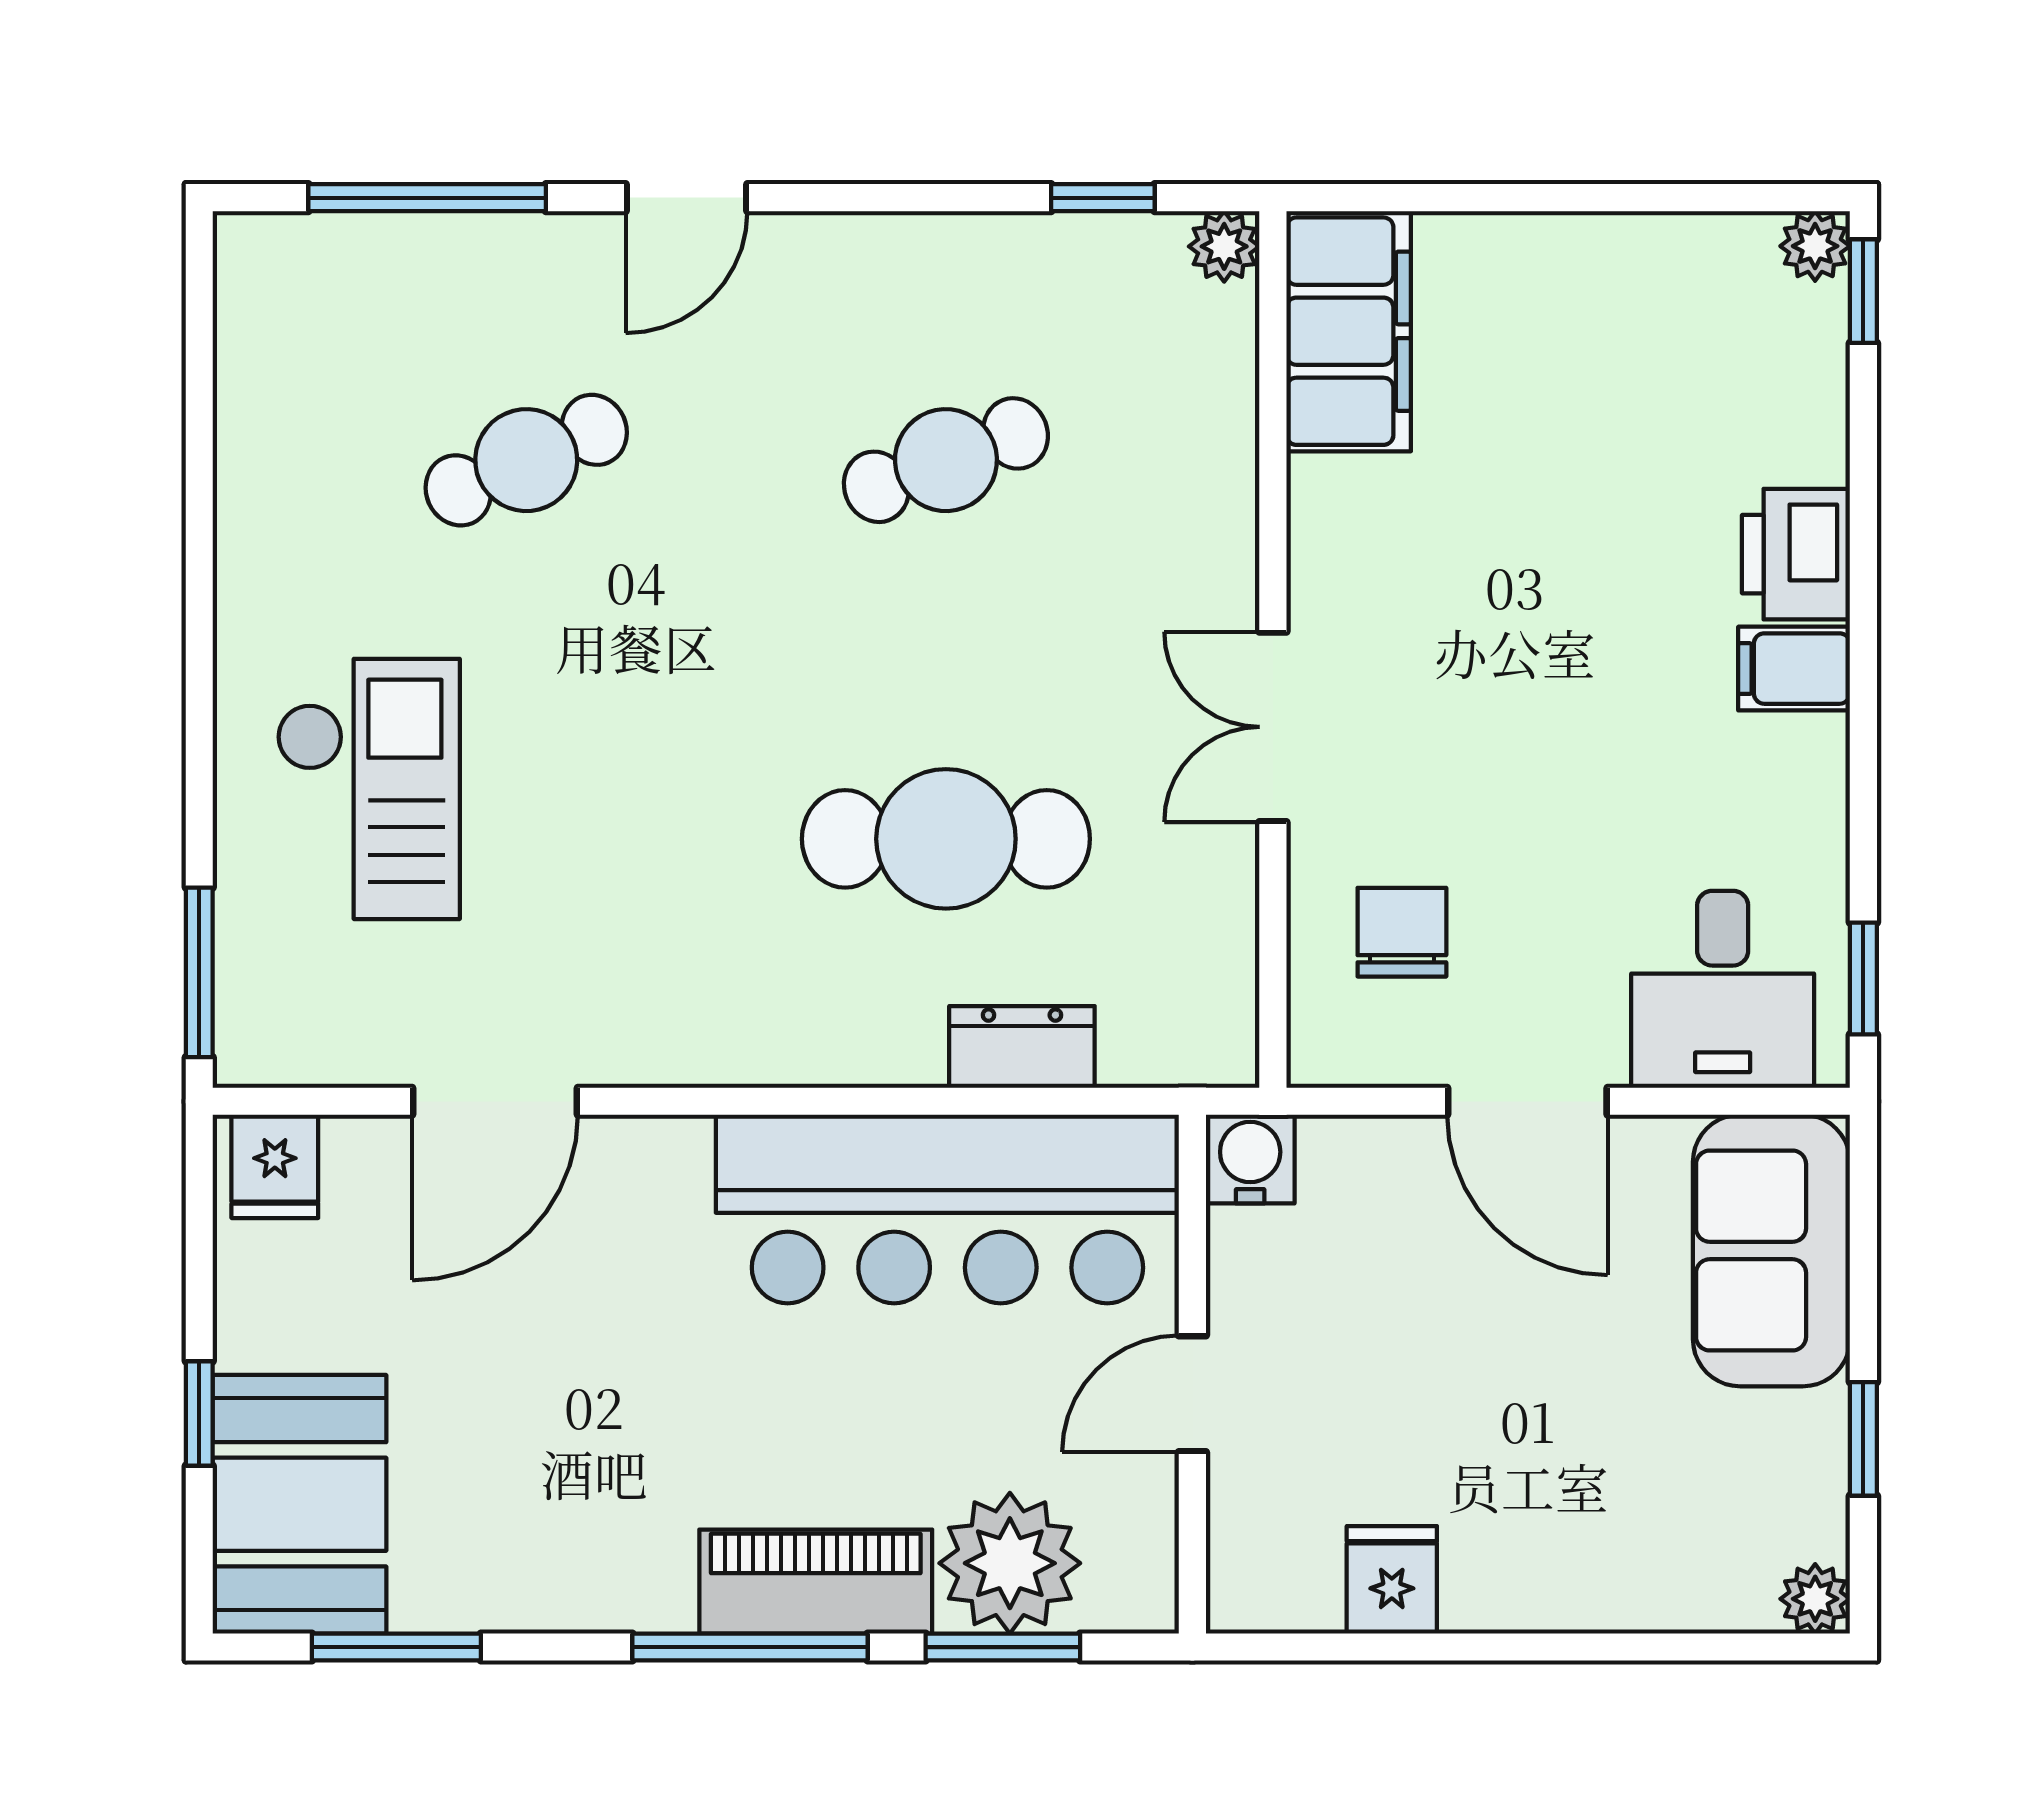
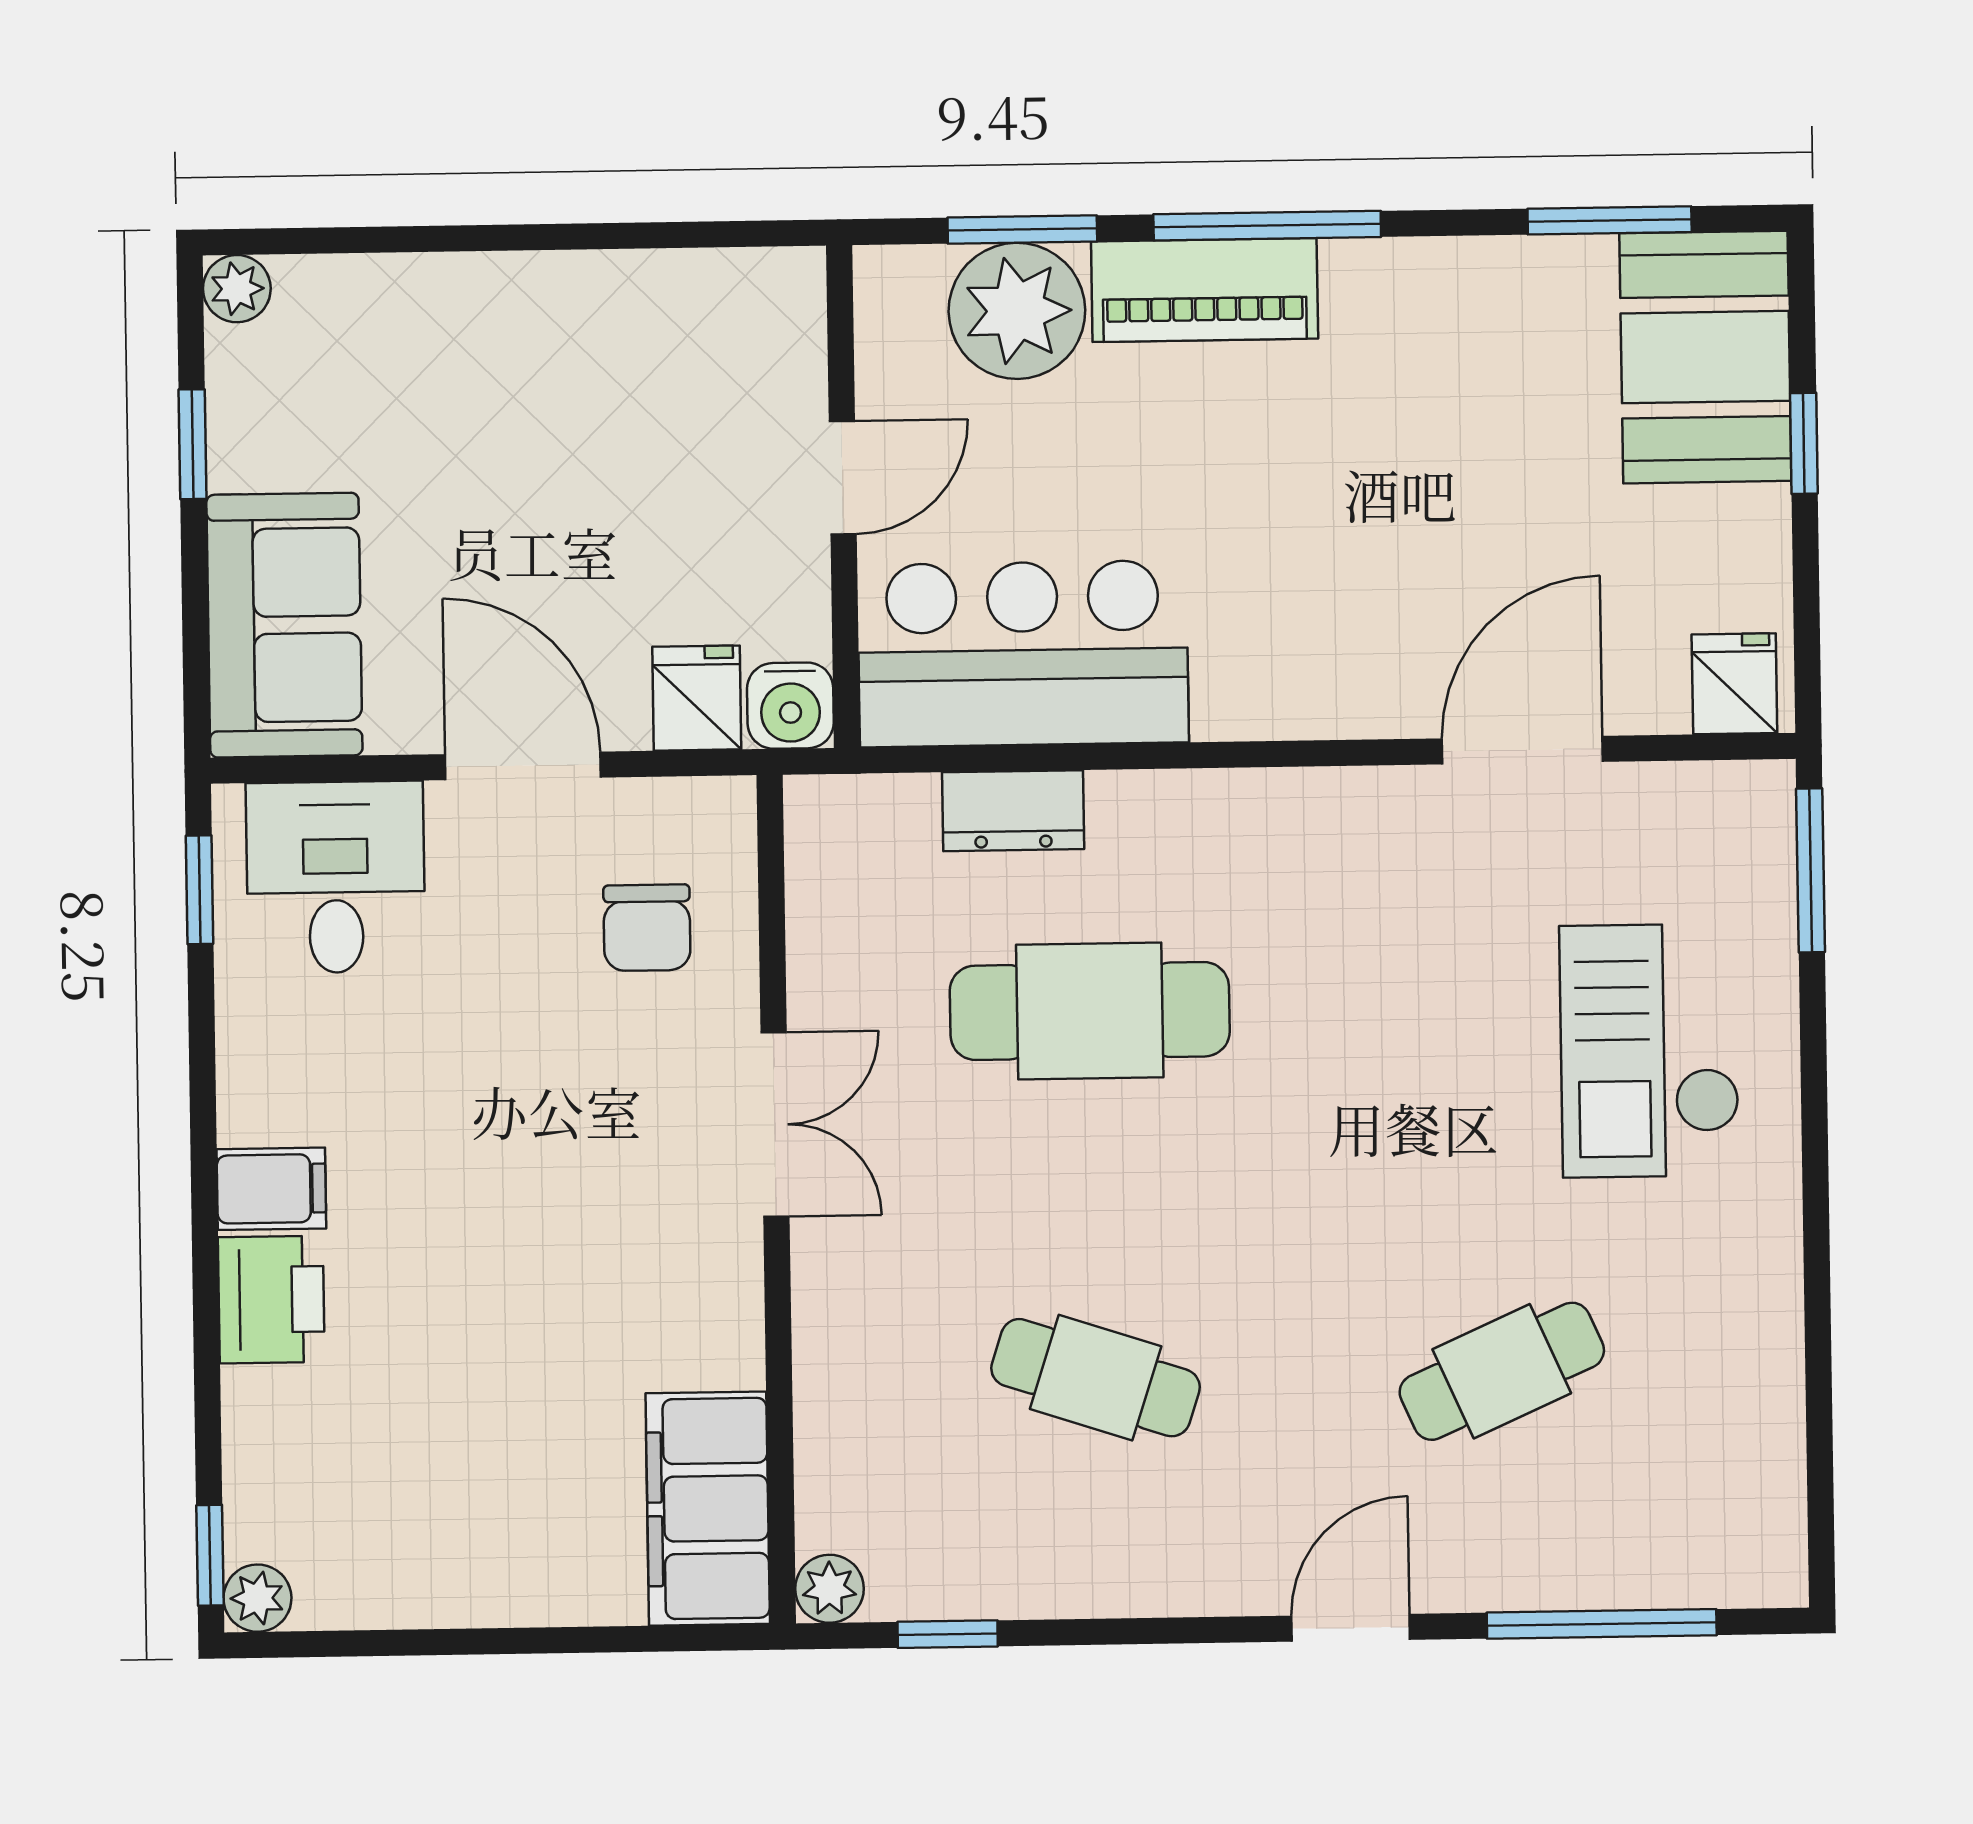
cafe table: (946, 460) -> (1096, 1378), turned 39
bar counter: (947, 1209) -> (1023, 654), width x0.73
fridge: (1392, 1580) -> (697, 698), moved, turned 180

